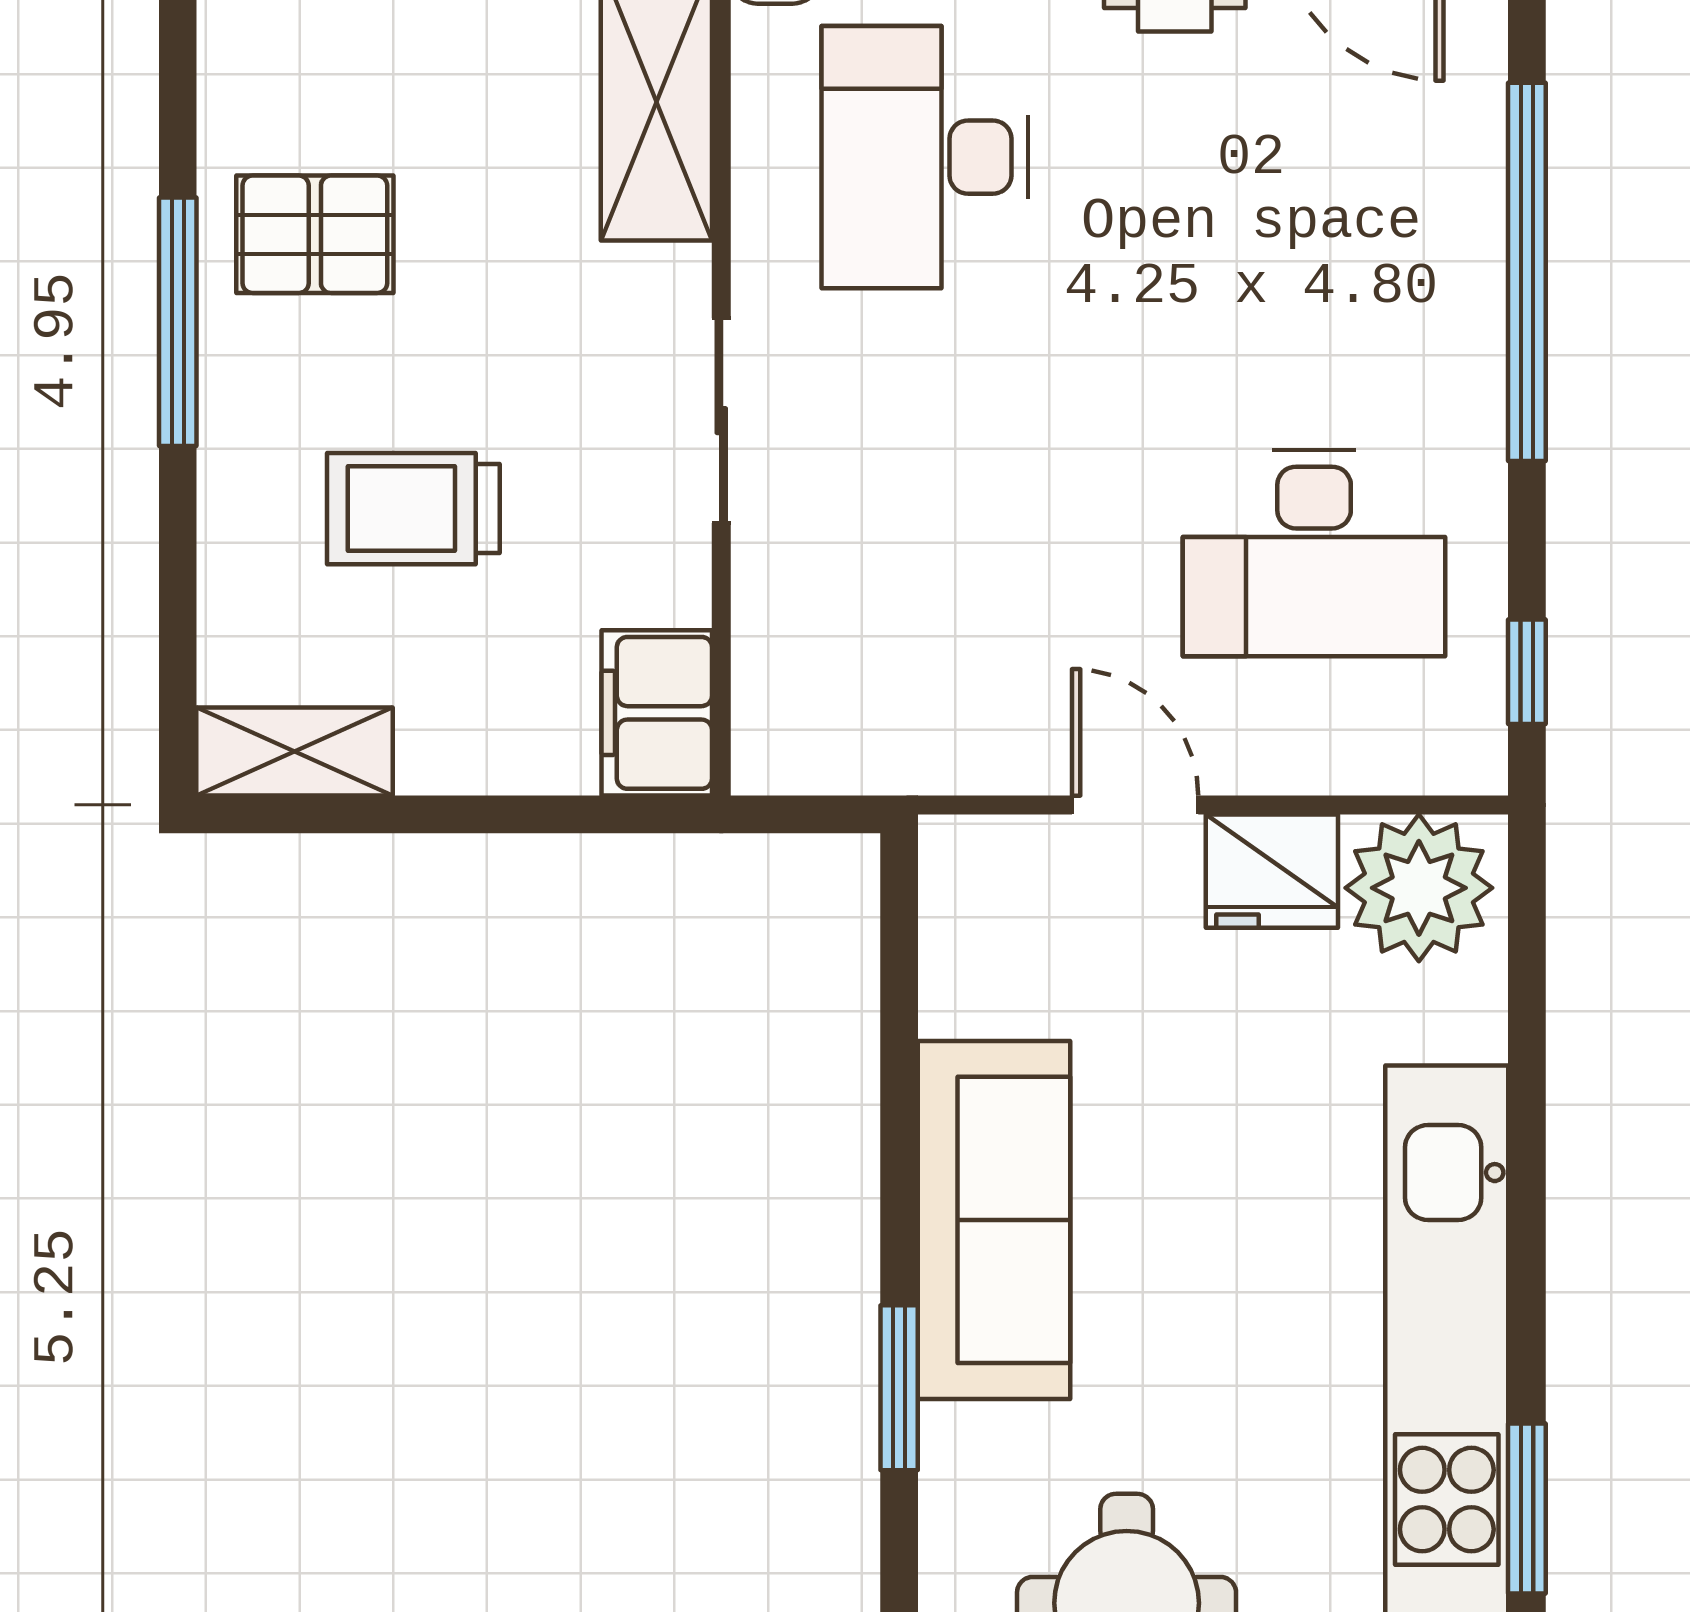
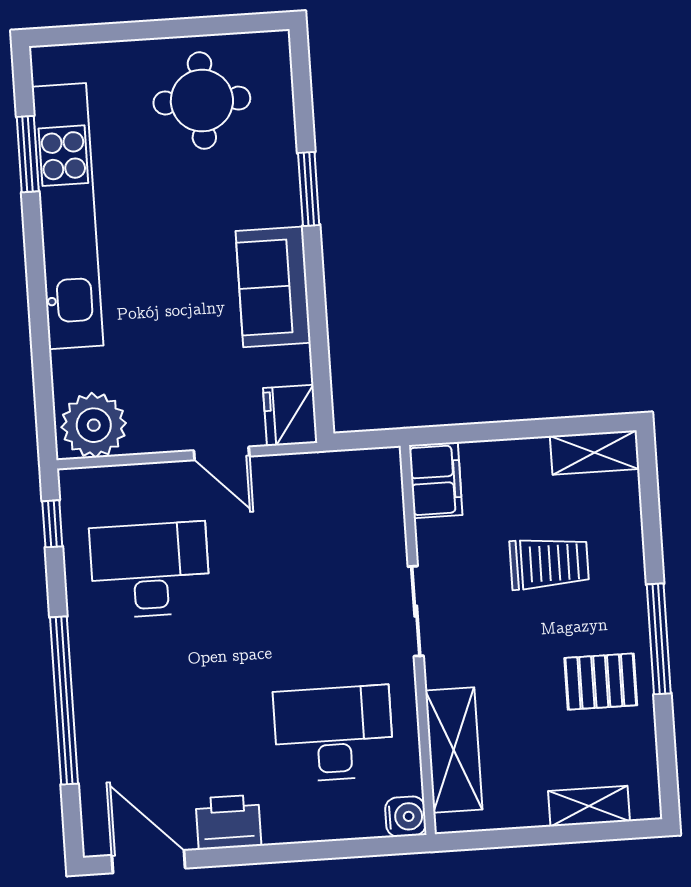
desk: (925, 157) -> (334, 734), turned -90
fridge: (1272, 871) -> (290, 415), moved, turned -90
sofa: (994, 1220) -> (273, 287), width x0.73

